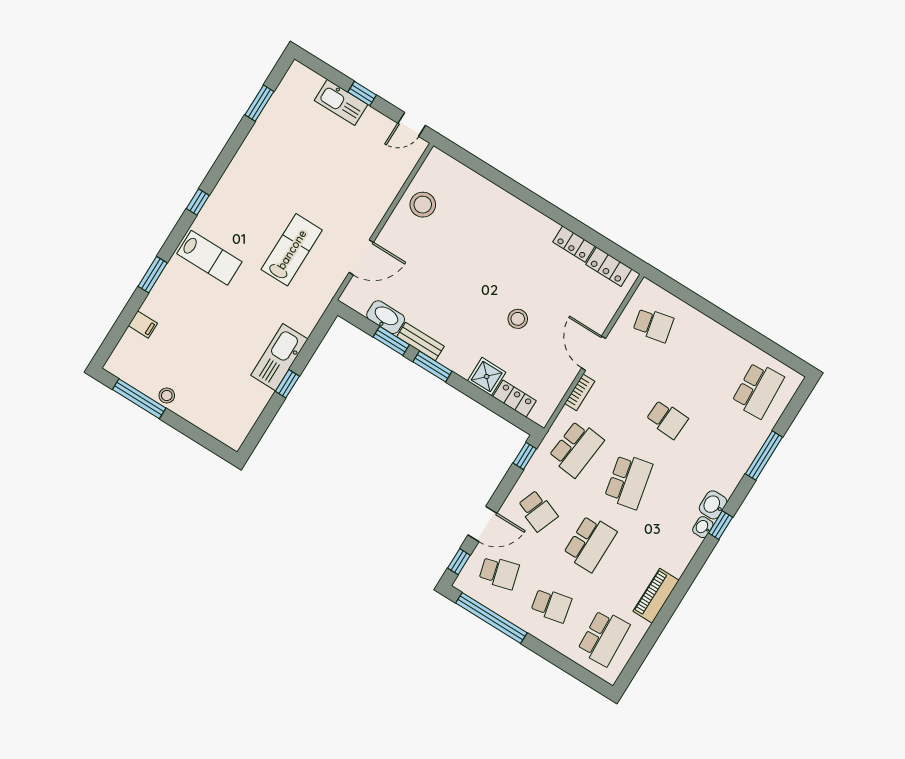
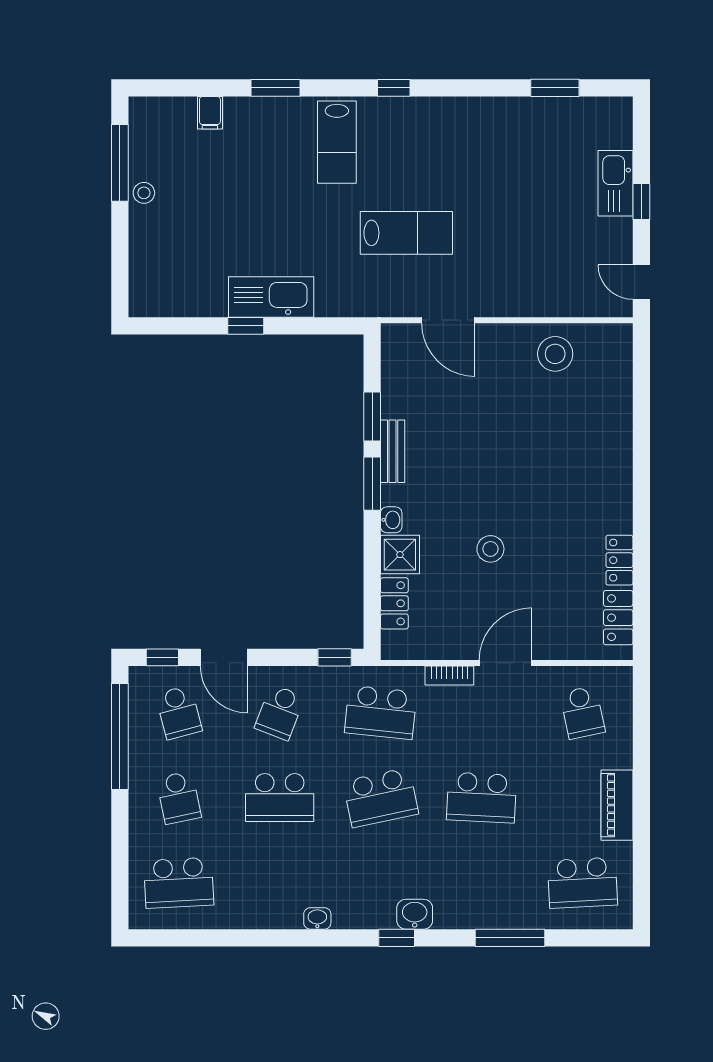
washbasin: (386, 317) -> (391, 520), moved, width x0.52, depth x0.69
school desk: (667, 419) -> (482, 798), width x1.85
washbasin: (703, 527) -> (317, 918), moved
piano: (656, 596) -> (617, 805), moved, turned -90

